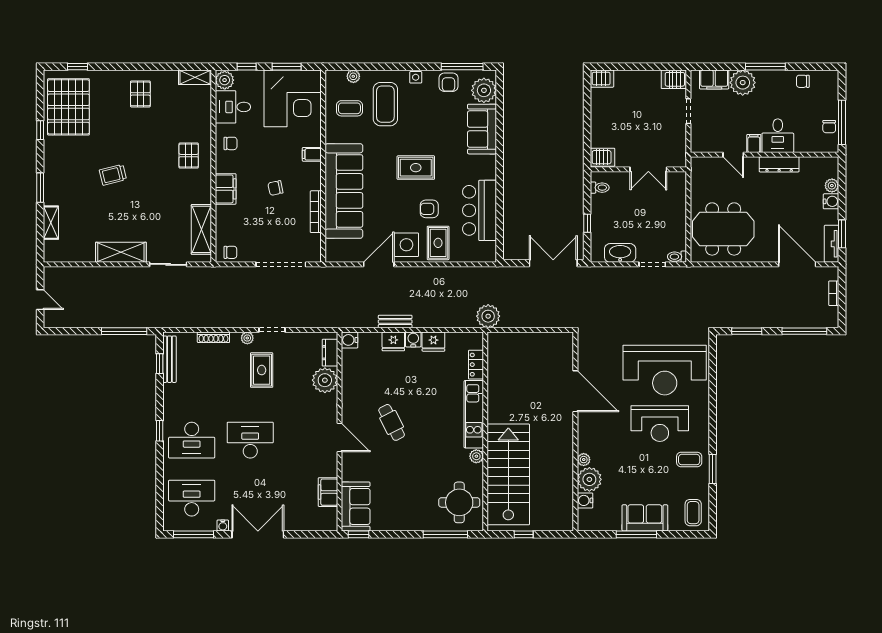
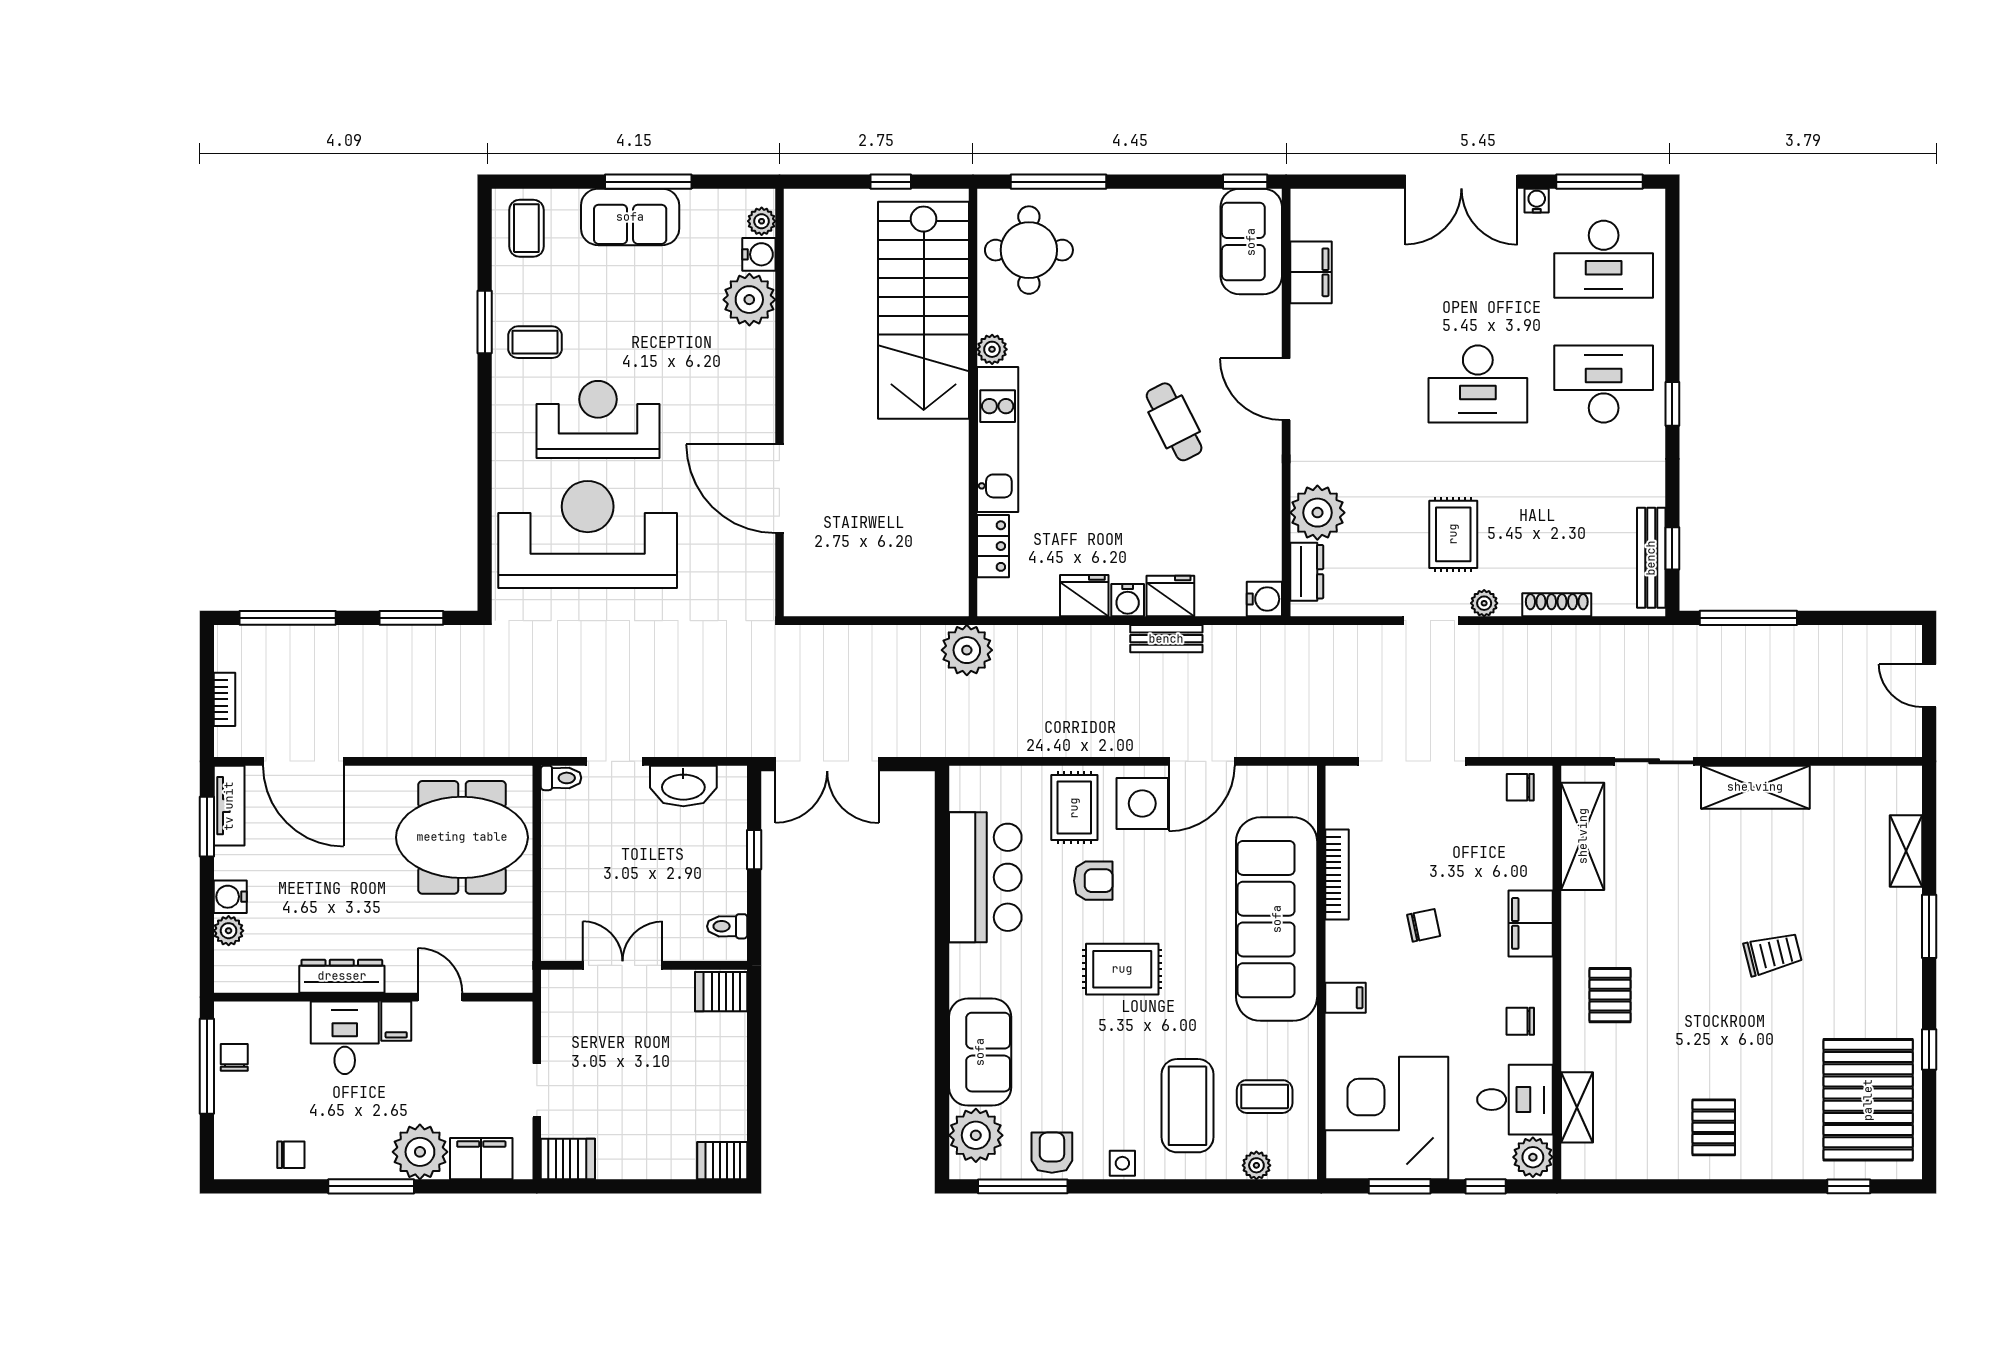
shelving: (195, 77) -> (1577, 1107), moved, turned 90
plant: (584, 460) -> (762, 221), moved

